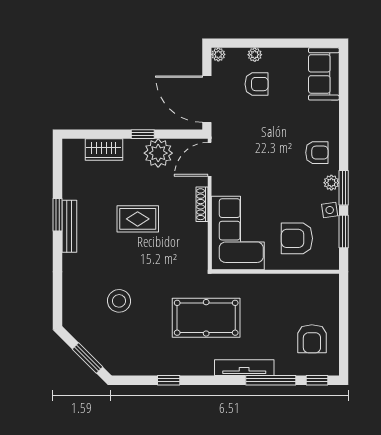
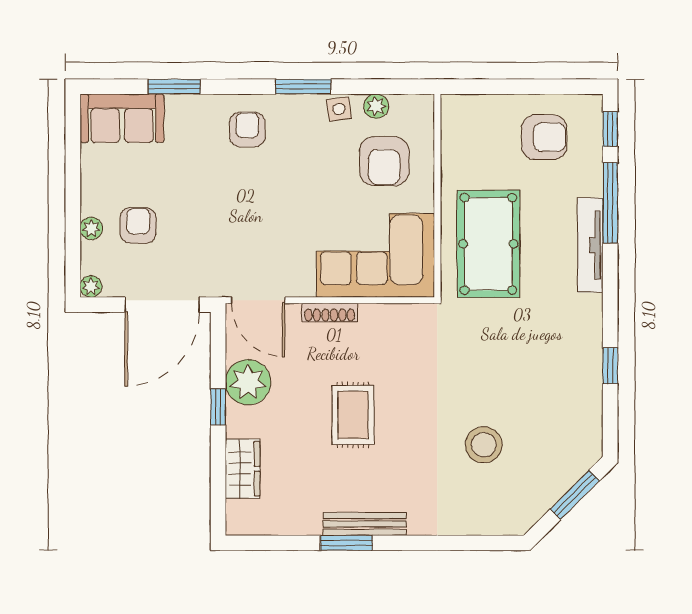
plant: (331, 183) -> (376, 106), moved
window: (344, 232) -> (174, 87), moved
pool table: (206, 318) -> (488, 244), moved

